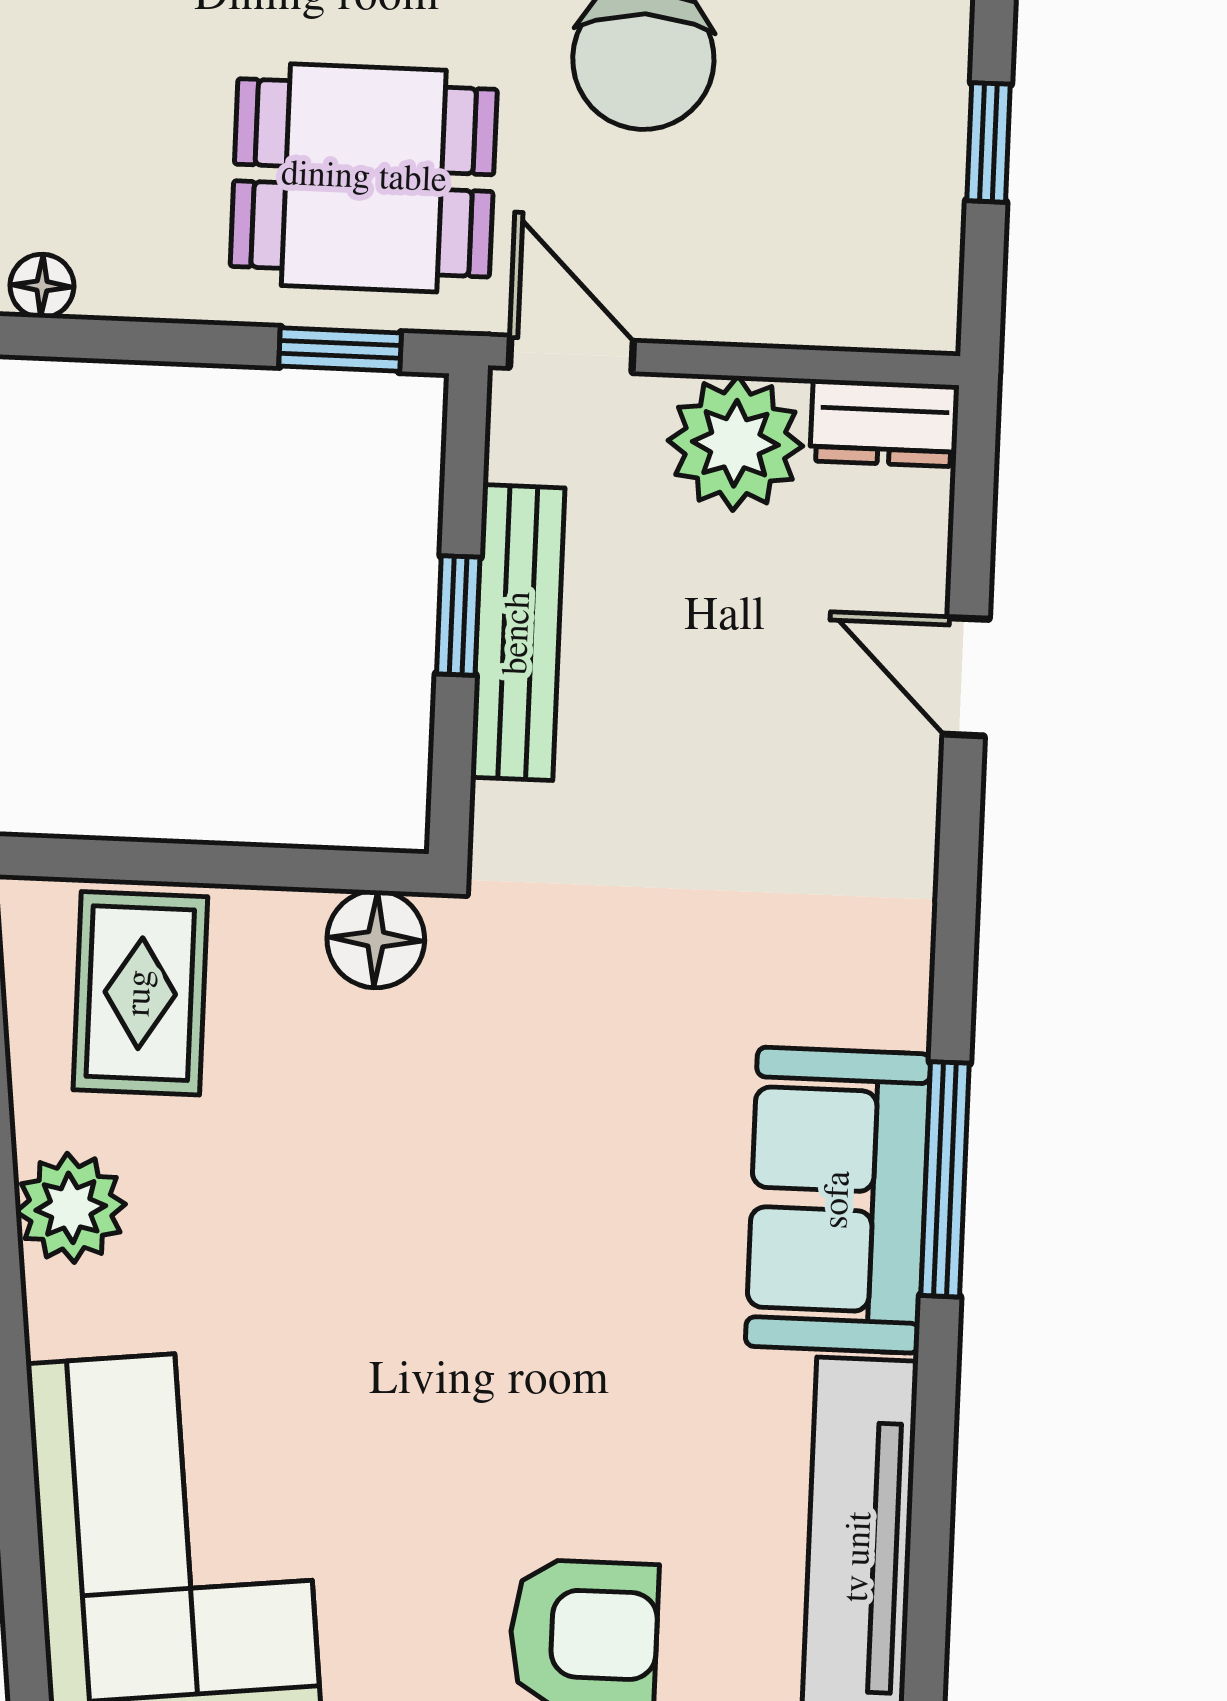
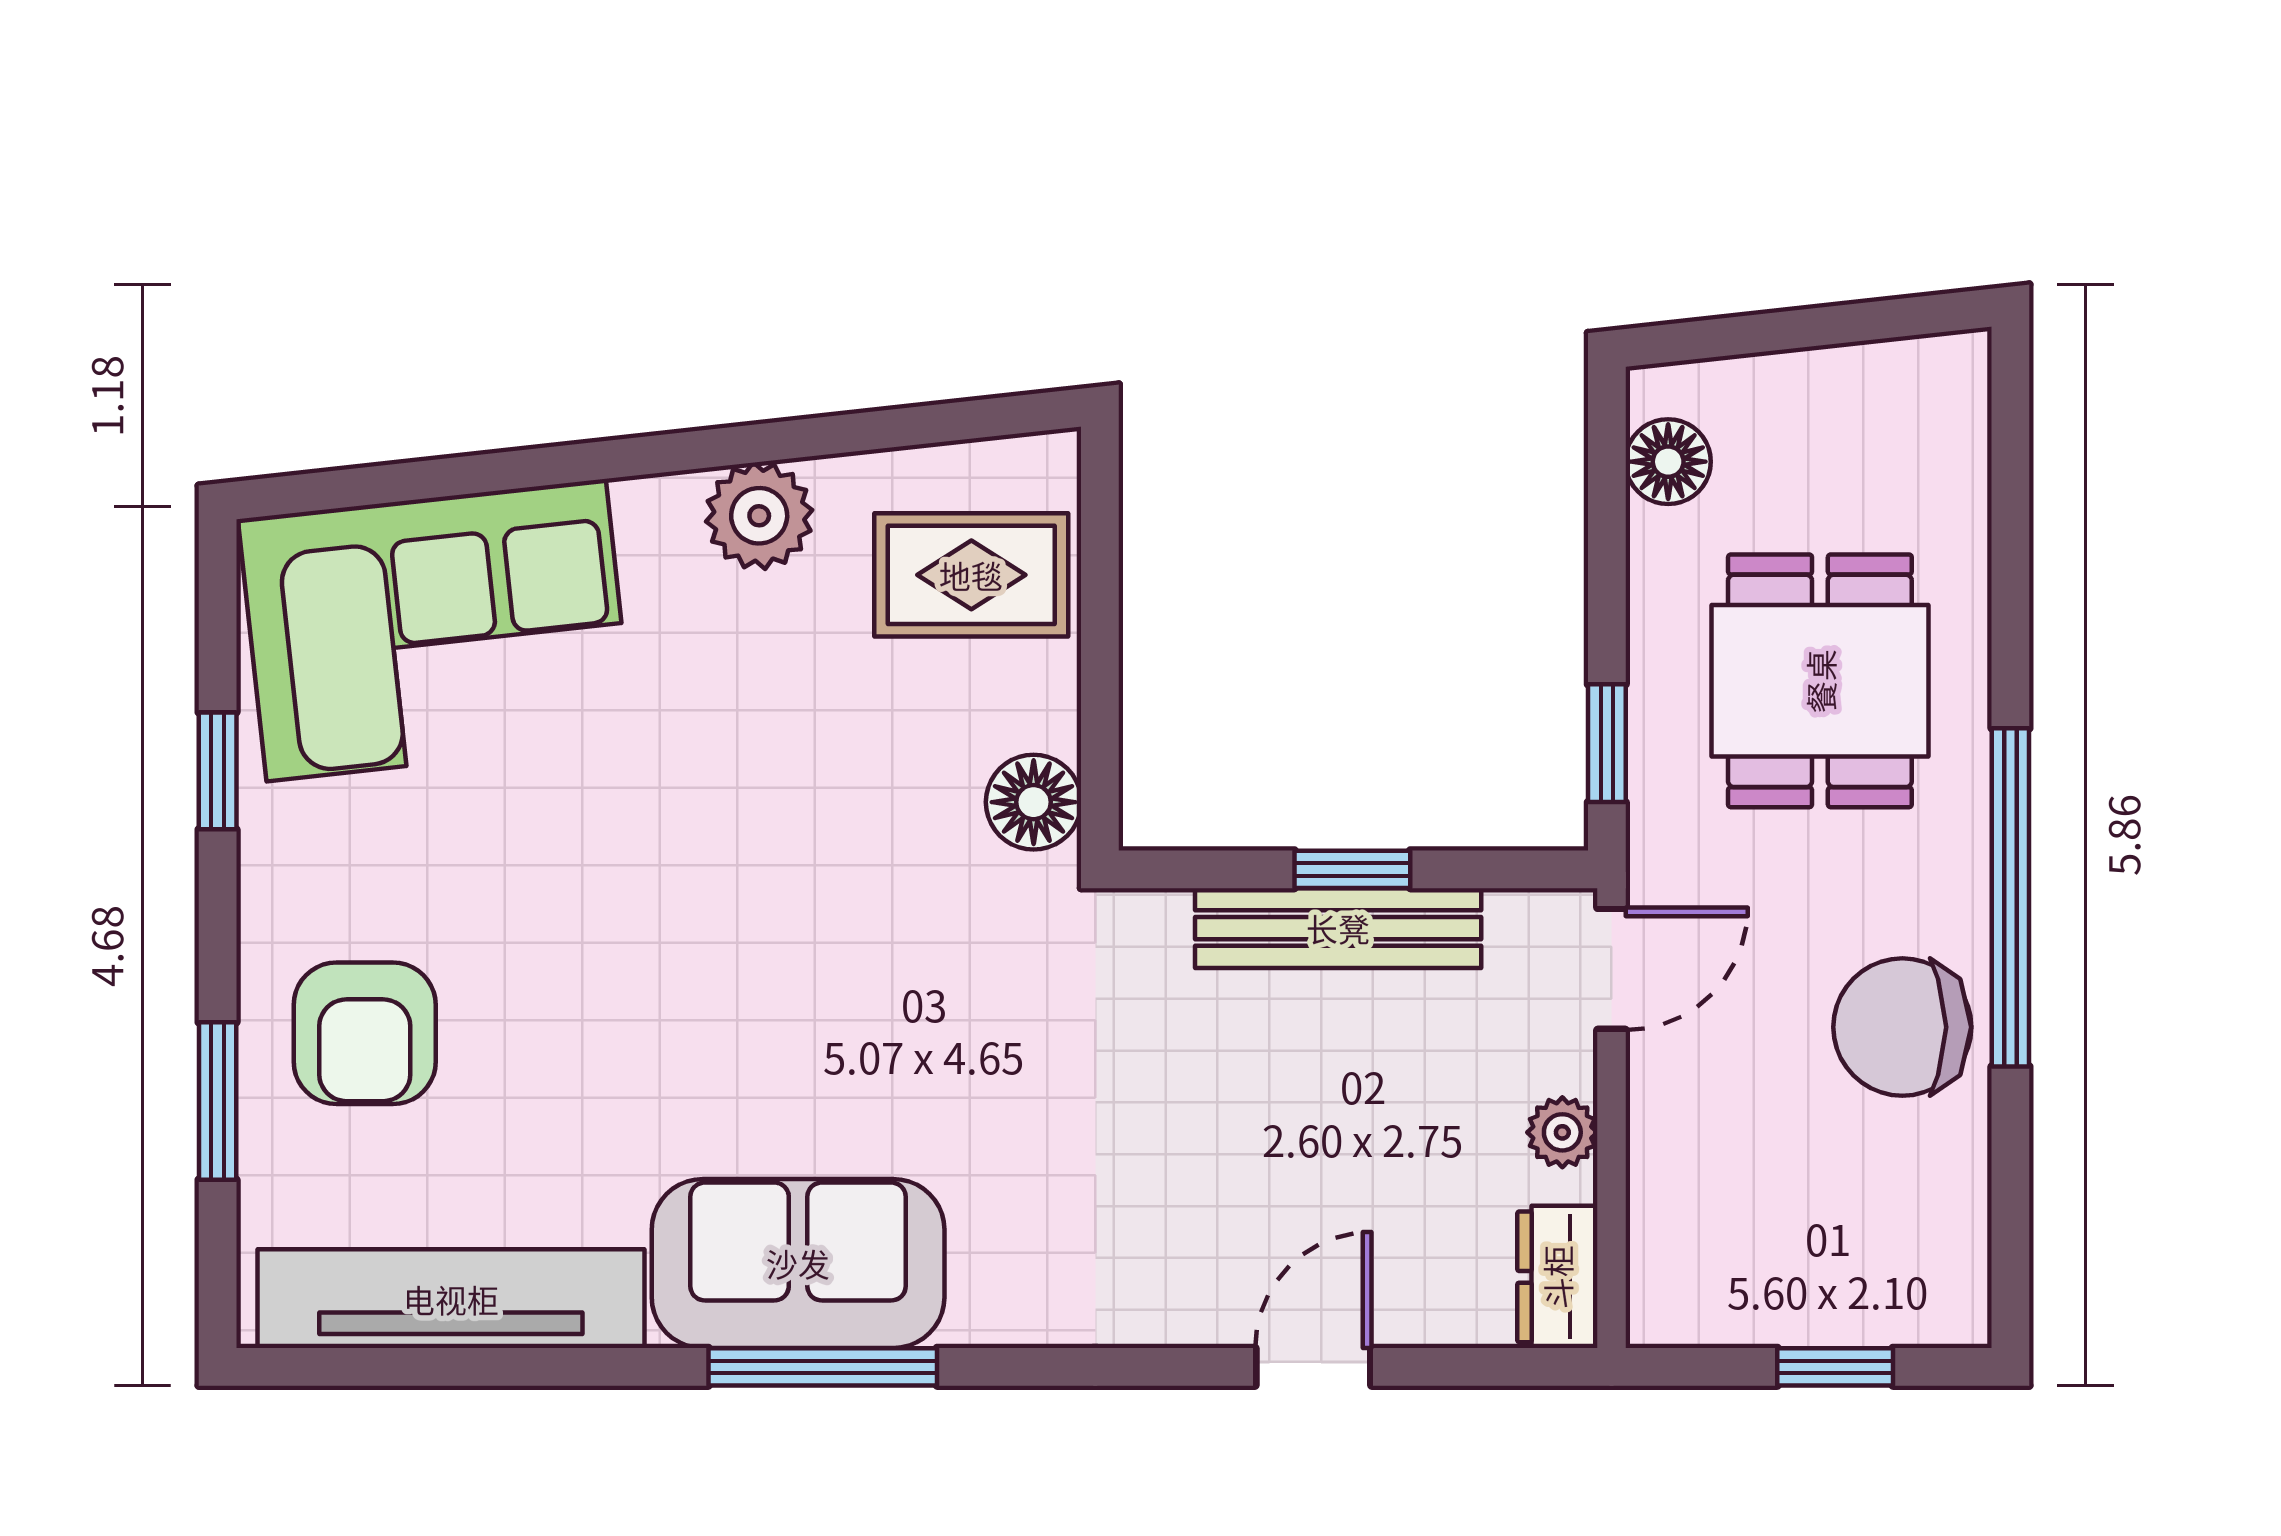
dining table: (364, 178) -> (1820, 681), moved
floor lamp: (42, 286) -> (1668, 462), width x1.37, depth x1.37
plant: (735, 443) -> (1562, 1132), width x0.53, depth x0.53

